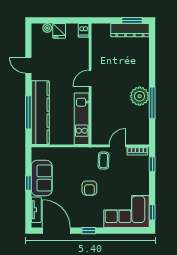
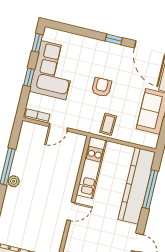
plant: (140, 96) -> (14, 181), width x0.53, depth x0.53
coffee table: (104, 161) -> (108, 124), moved
window: (152, 164) -> (29, 77), moved
corner sofa: (126, 211) -> (54, 70), moved, turned -90

